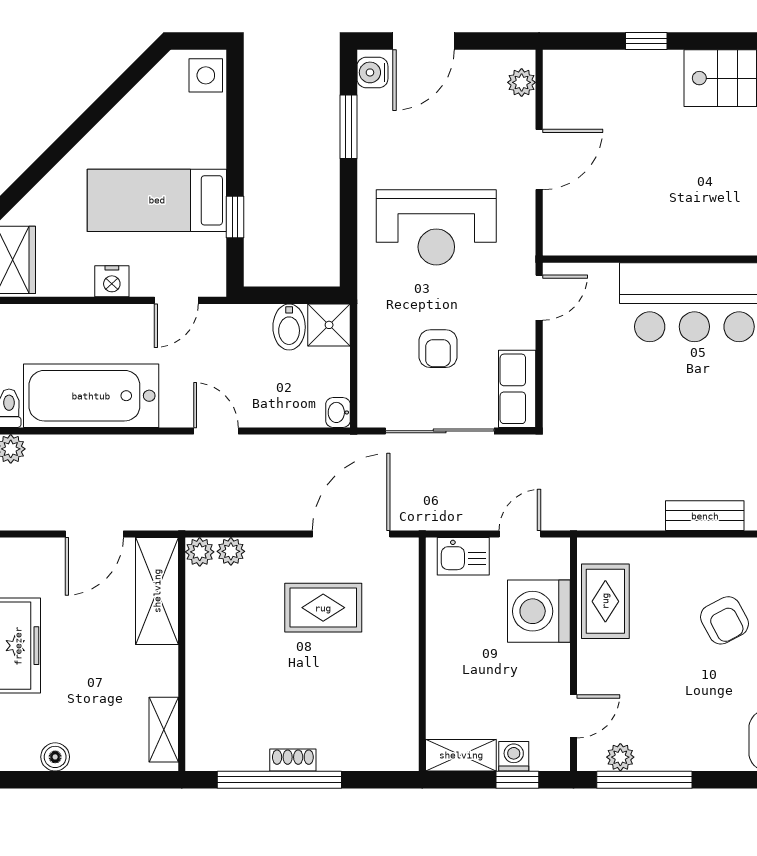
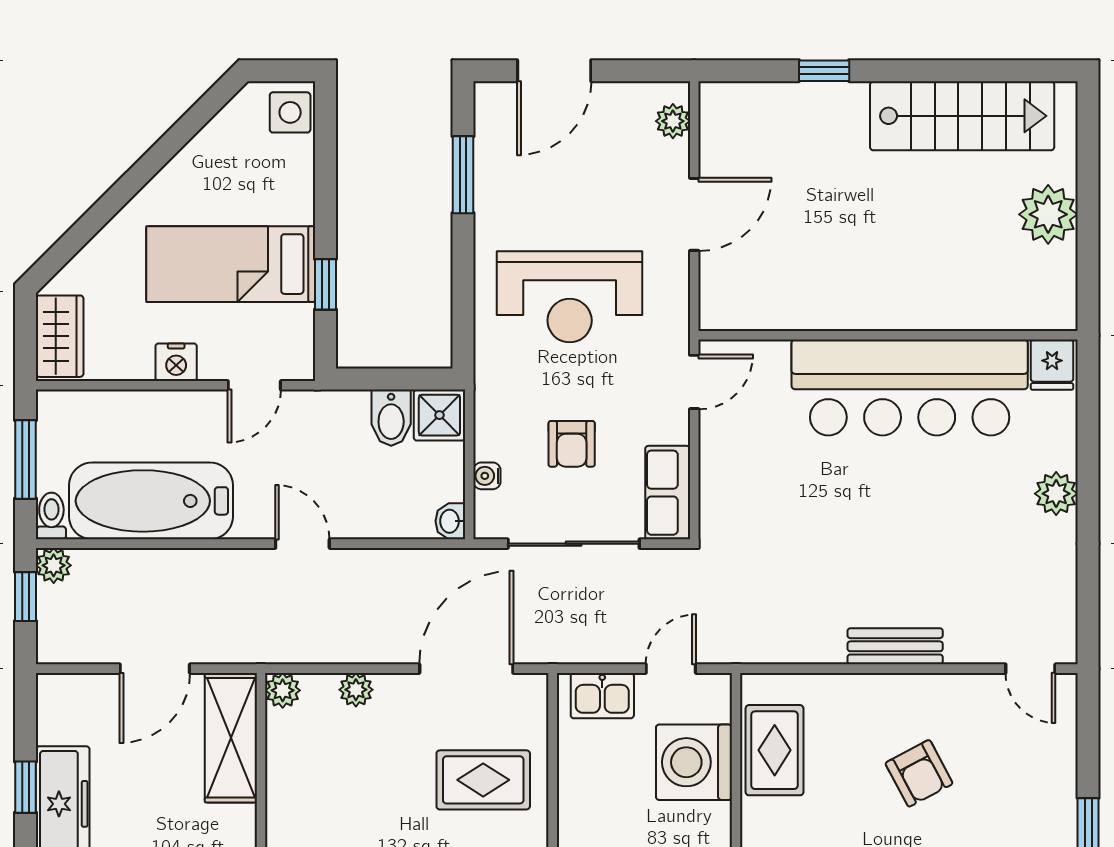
water cooler: (372, 72) -> (487, 476), moved, width x0.72, depth x0.72
plant: (231, 551) -> (356, 690), moved
rug: (323, 608) -> (483, 780), moved

